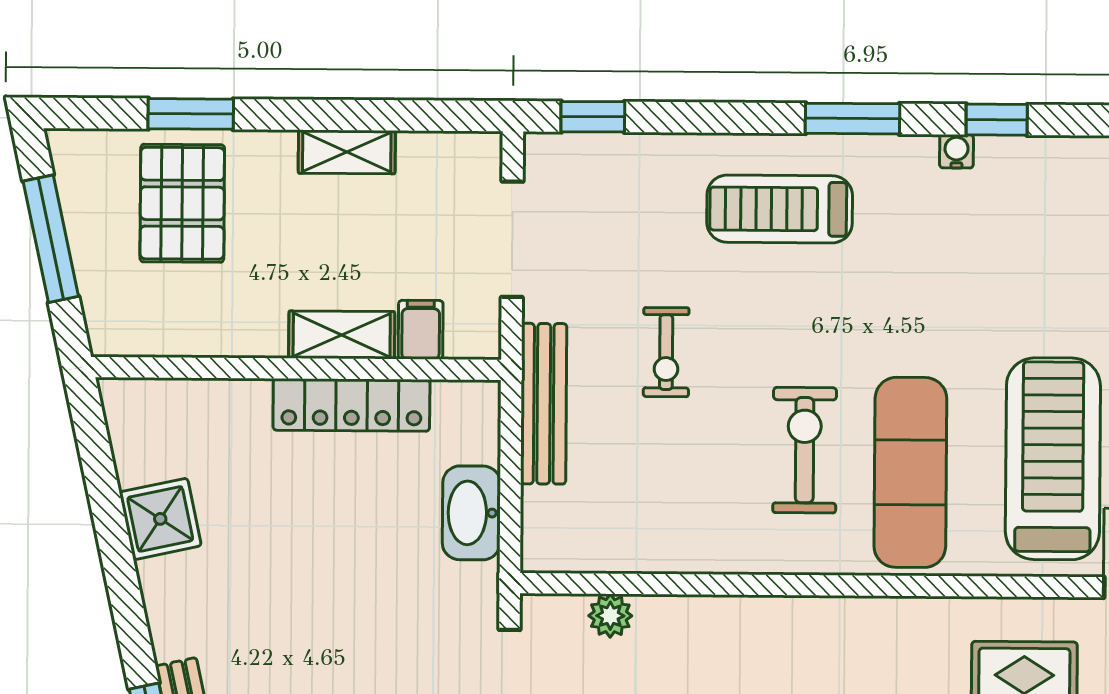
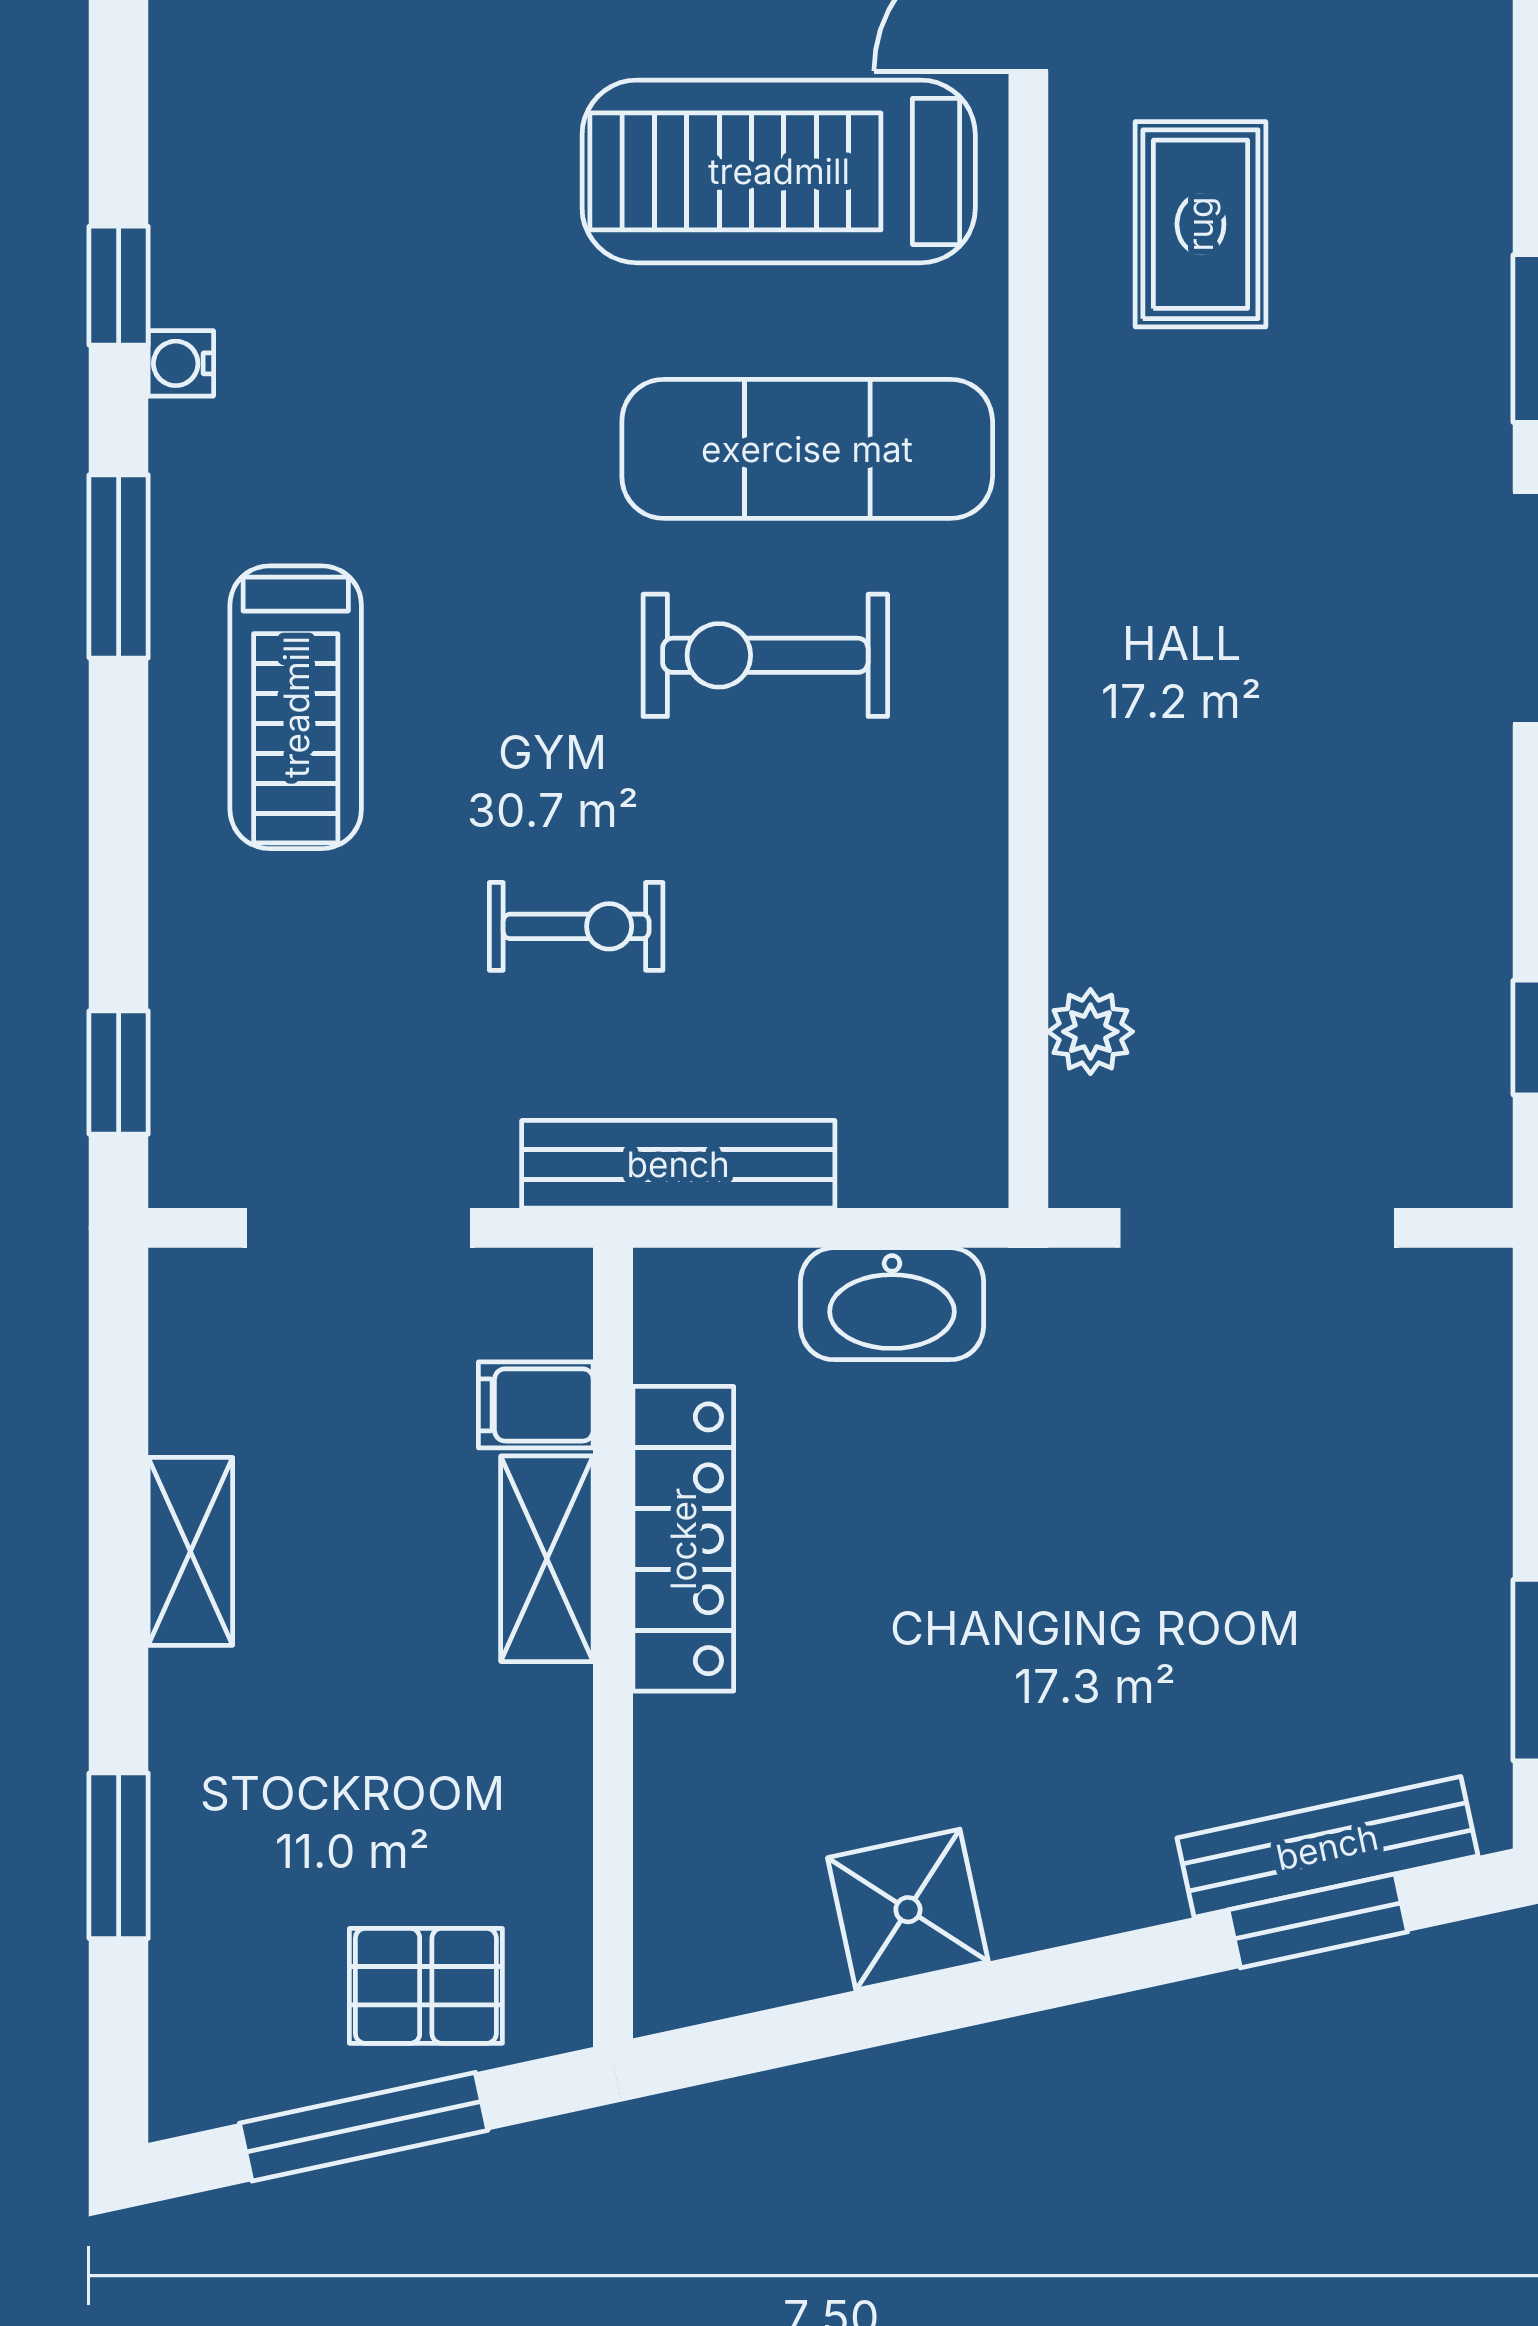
pallet: (182, 203) -> (426, 1986), moved, width x0.67, depth x0.71

